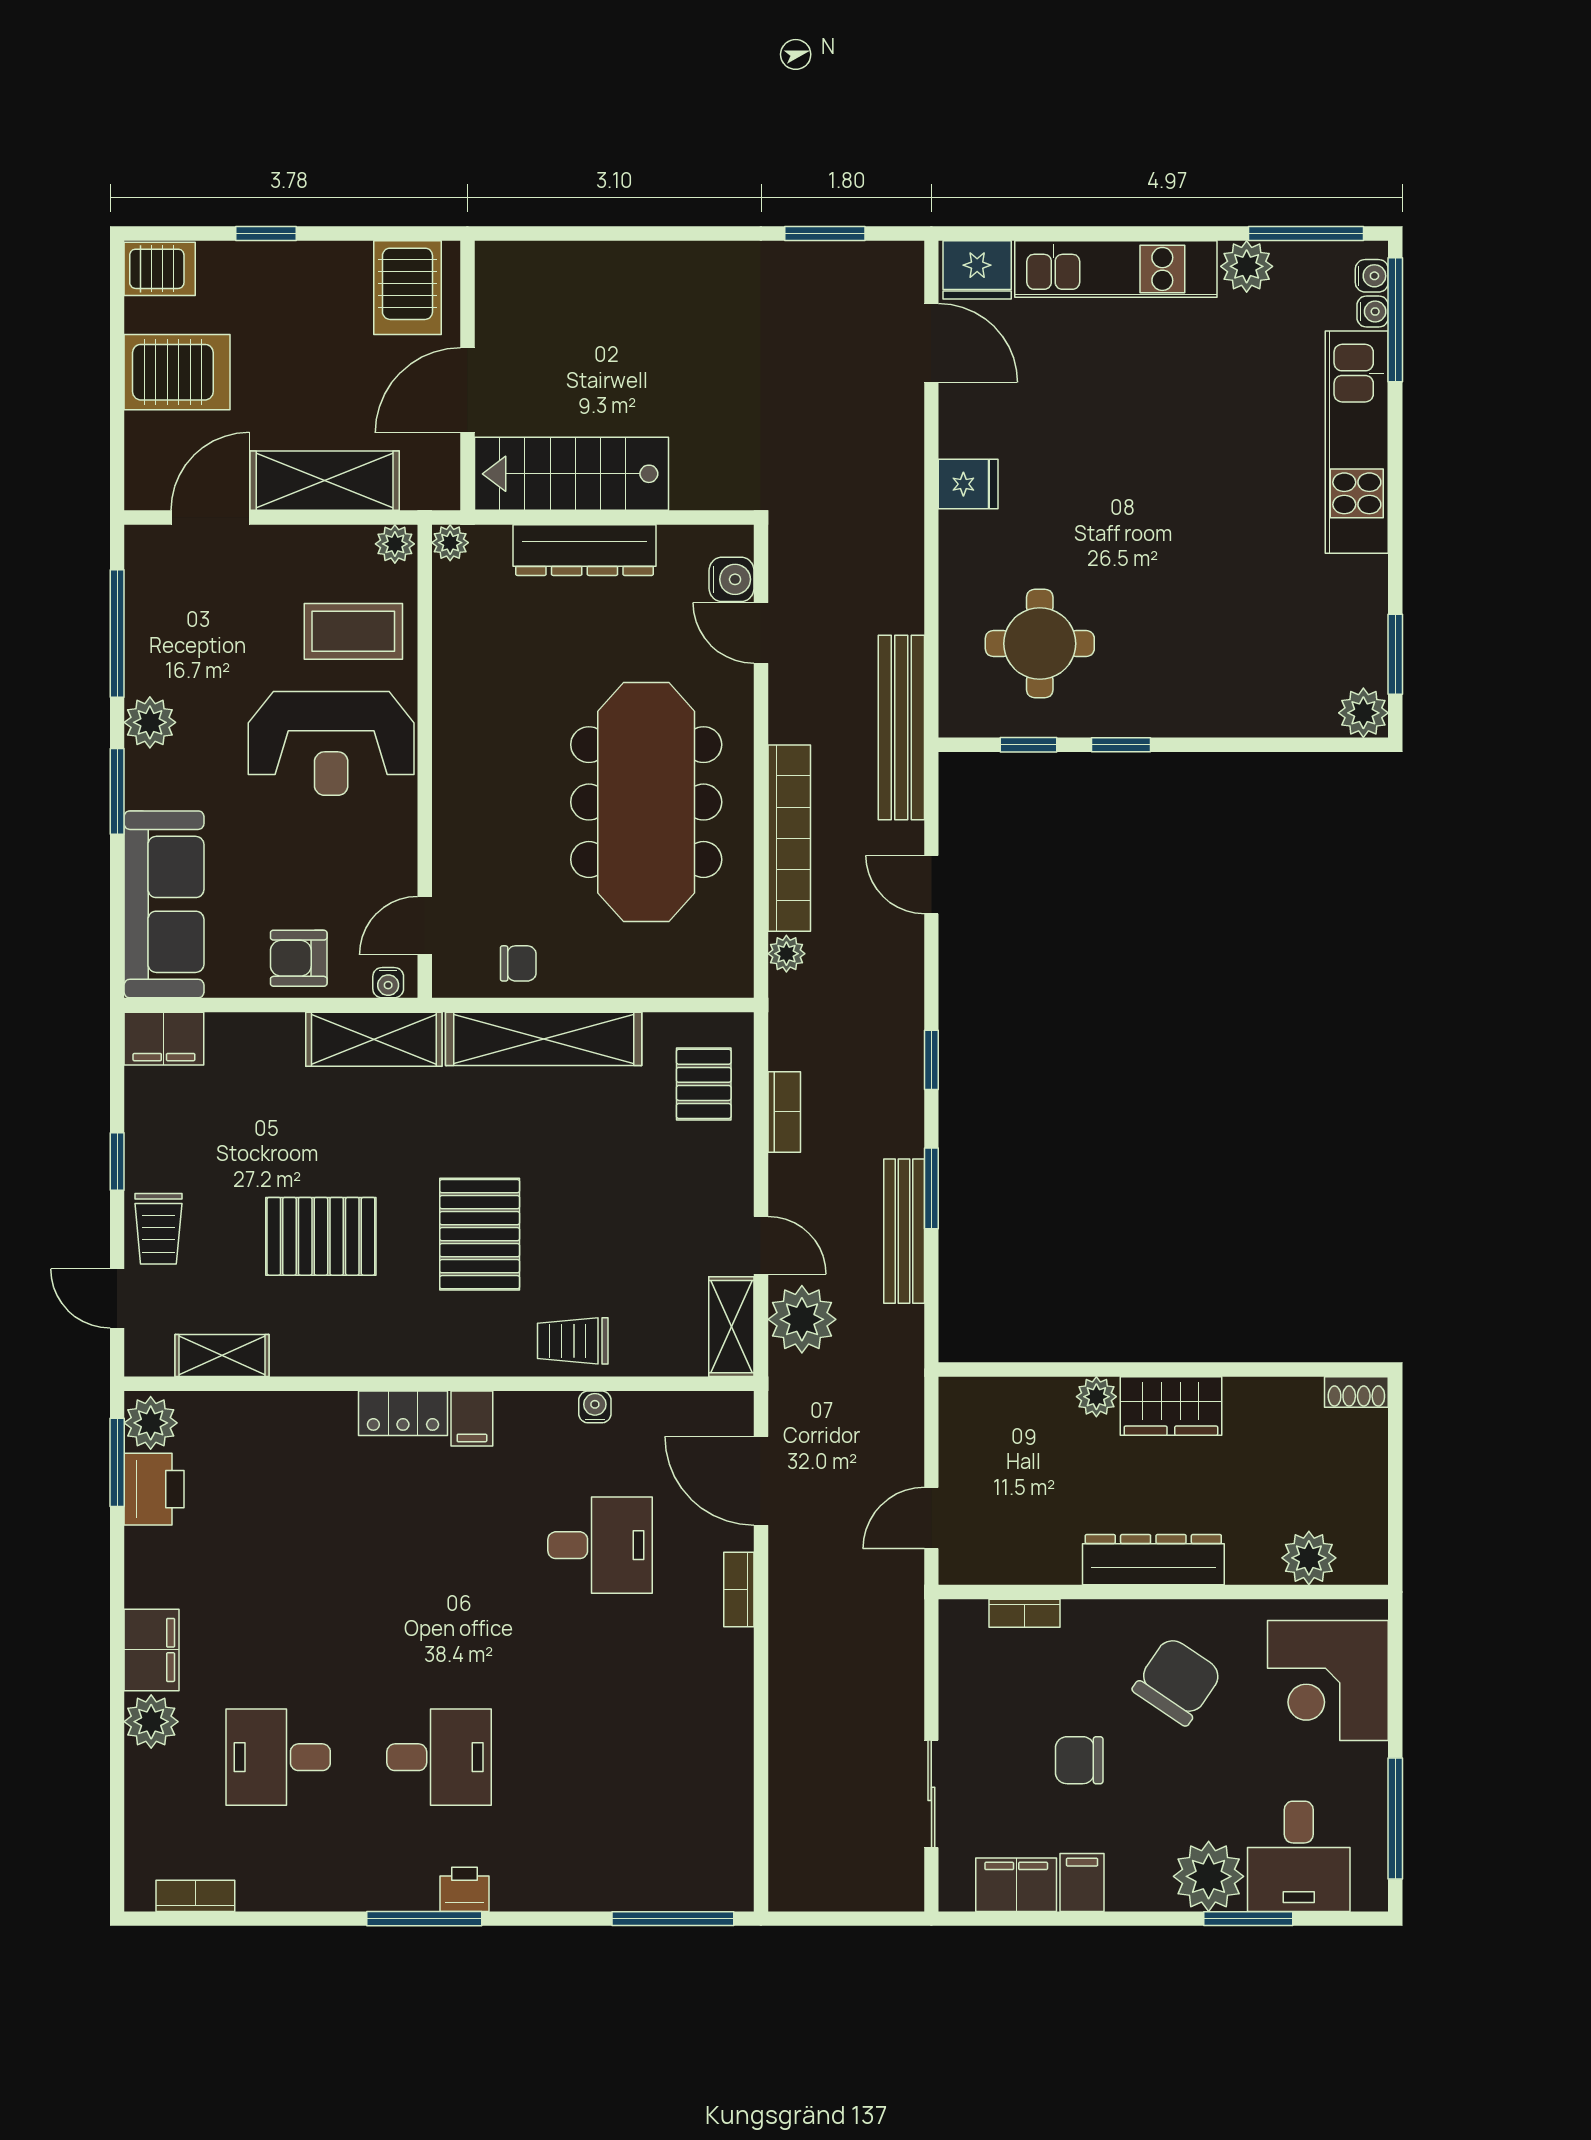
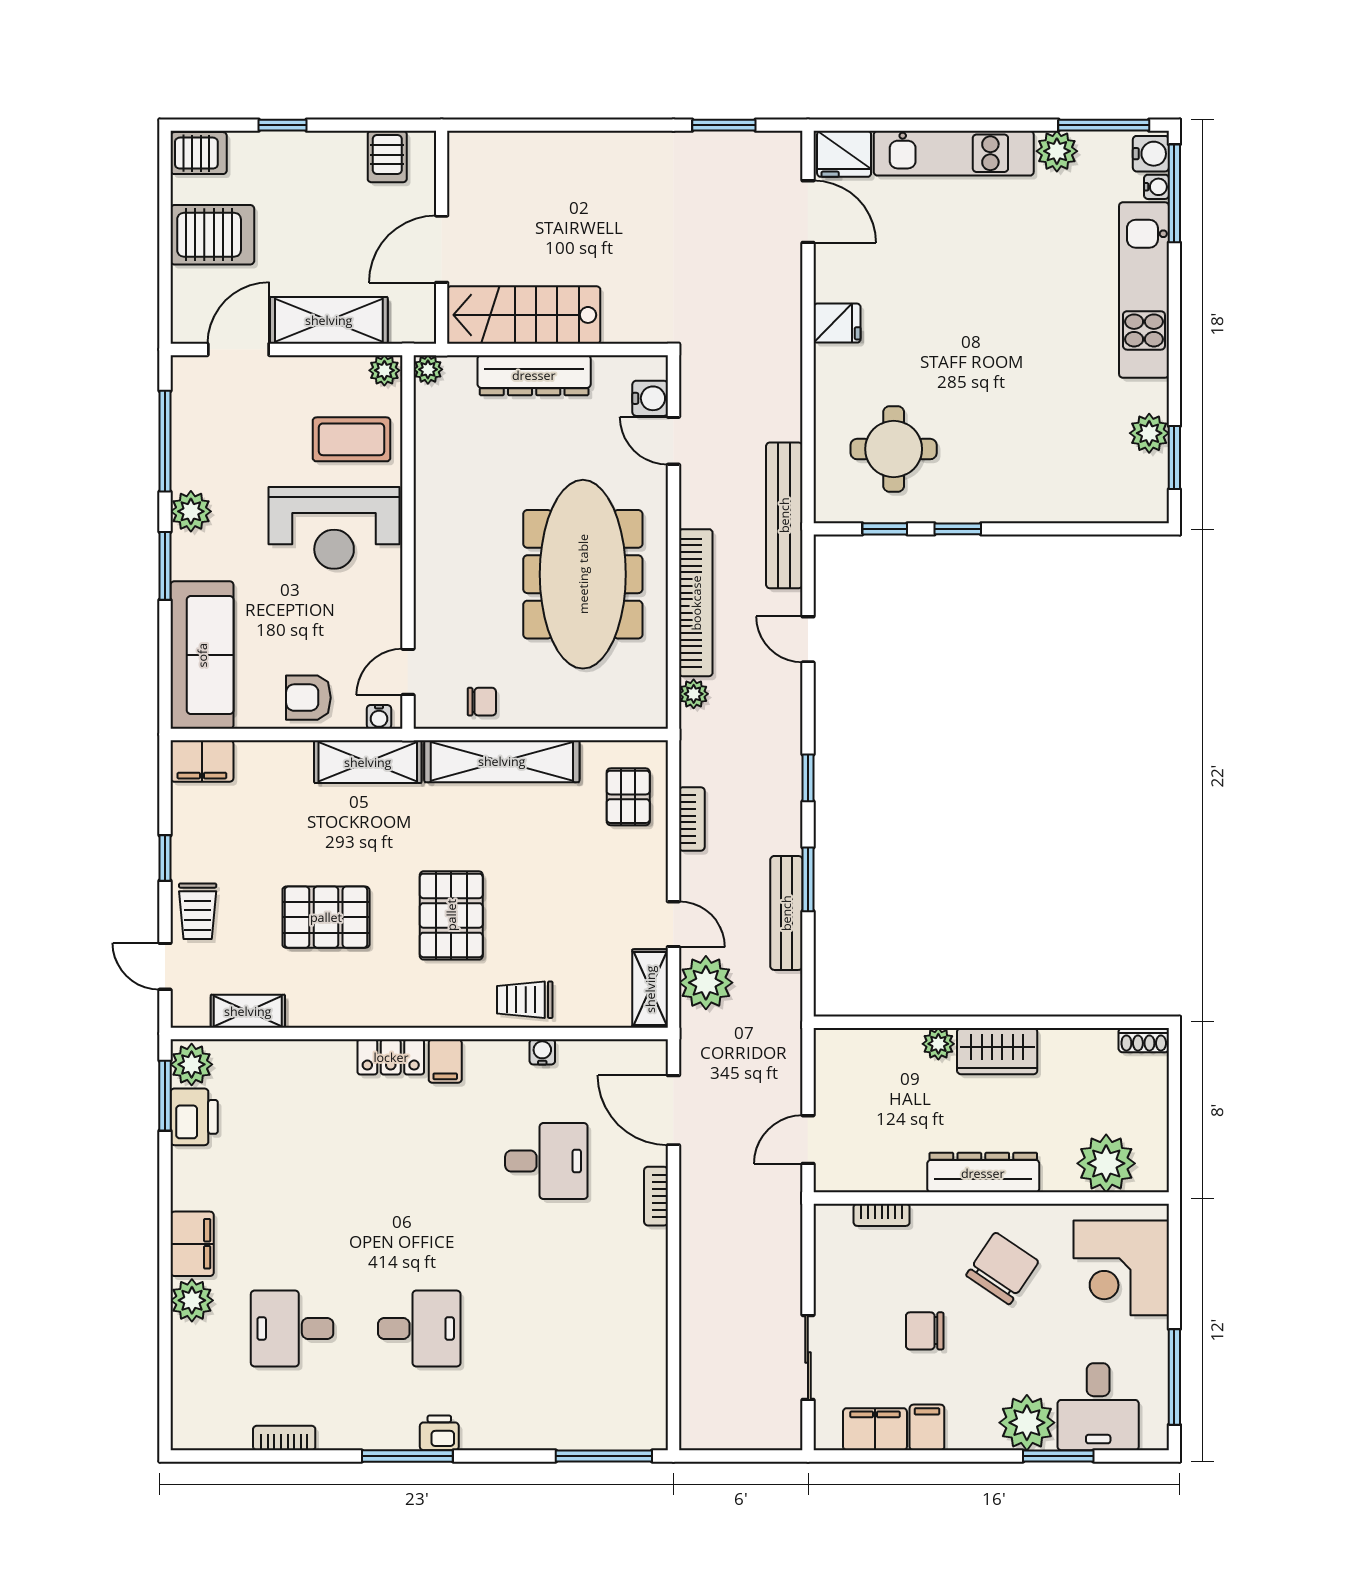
water cooler: (1372, 276) -> (1151, 154), width x1.38, depth x1.38
server rack: (407, 288) -> (387, 157), width x0.73, depth x0.70
plant: (1363, 713) -> (1149, 433), moved
plant: (1309, 1558) -> (1106, 1163), width x1.36, depth x1.36
bookcase: (195, 1896) -> (284, 1438), moved

